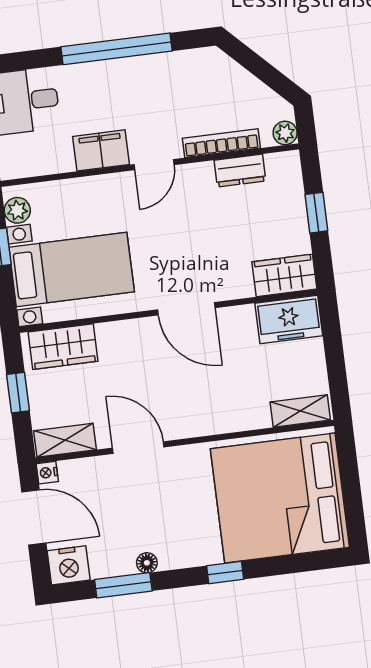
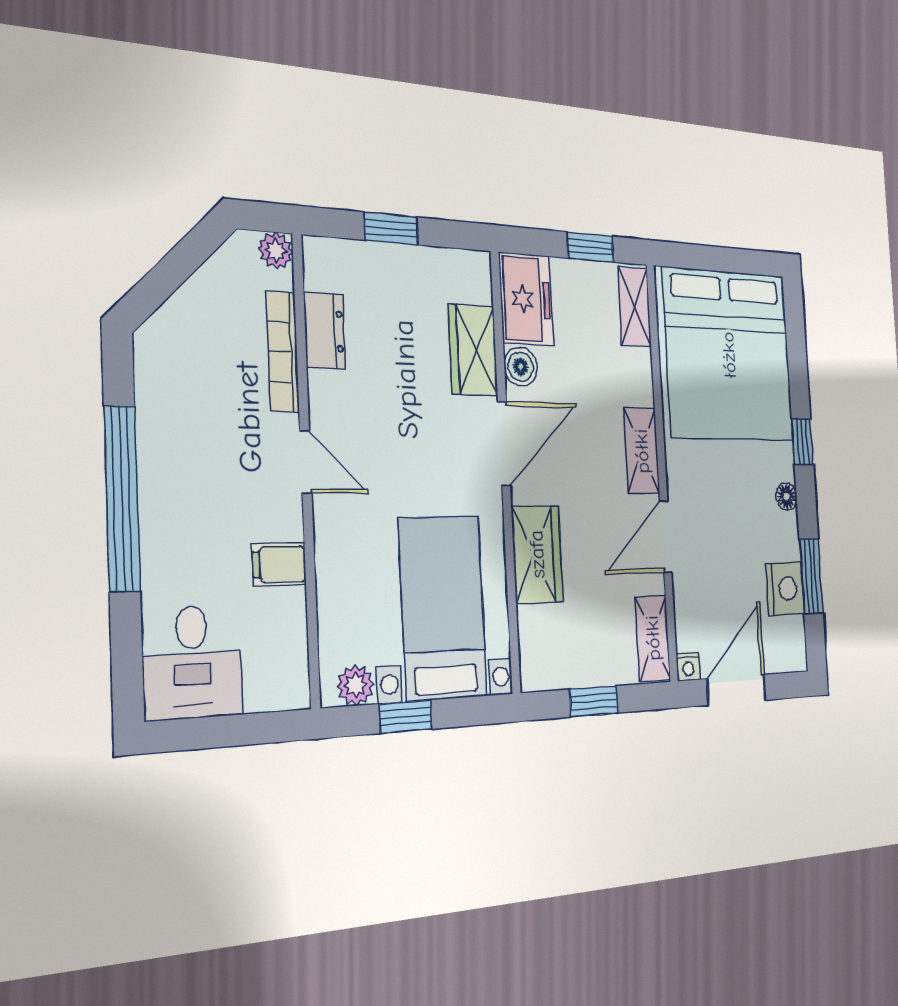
filing cabinet: (101, 150) -> (279, 564), width x0.50
wardrobe: (284, 275) -> (473, 350), moved
boiler: (241, 318) -> (521, 367), added
wardrobe: (63, 347) -> (537, 554), moved
window: (336, 370) -> (591, 247), added
shelving: (197, 423) -> (642, 451), added
floor lamp: (147, 563) -> (787, 497), moved
nightstand: (69, 565) -> (785, 589), moved

